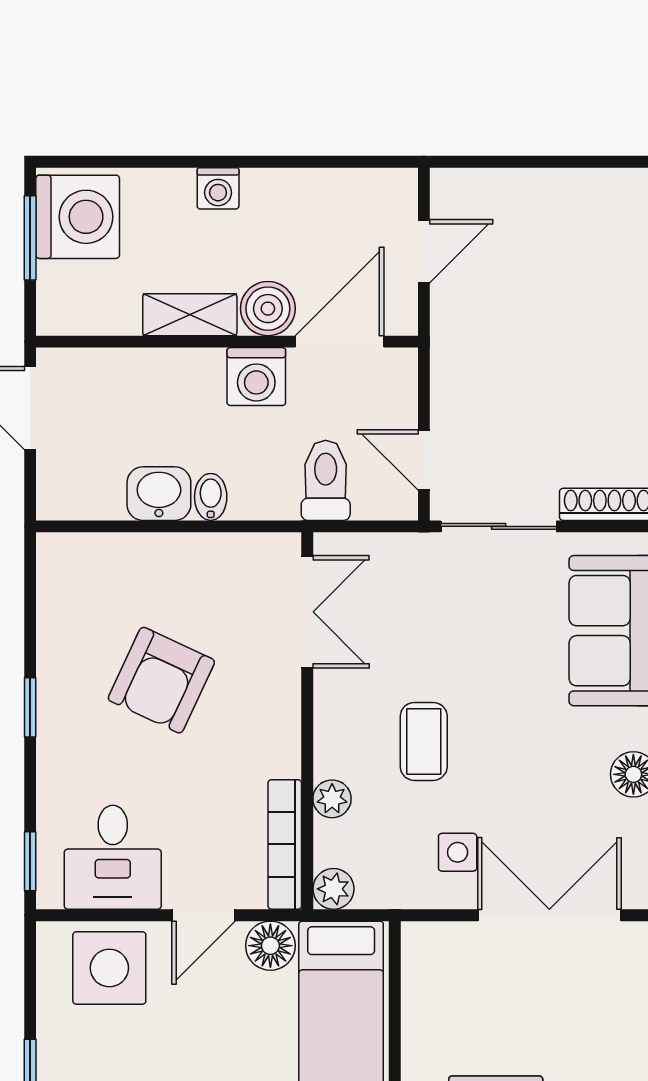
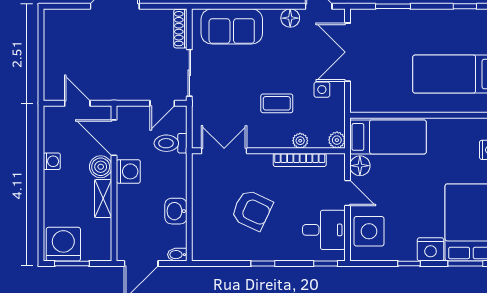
washing machine: (218, 188) -> (52, 161), moved
bidet: (211, 497) -> (177, 255), moved
bookcase: (285, 844) -> (300, 160), moved

